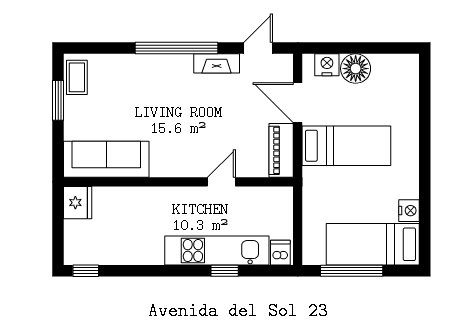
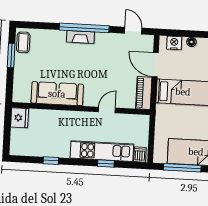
door: (258, 48) -> (133, 31), hinge flipped
fireplace: (217, 63) -> (80, 37), moved
floor lamp: (356, 69) -> (191, 42), width x0.53, depth x0.53
sofa: (106, 159) -> (57, 94), moved
window: (86, 271) -> (51, 161), moved

